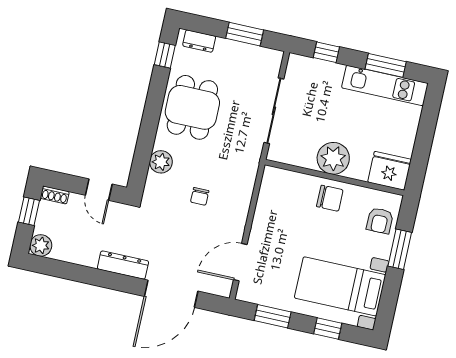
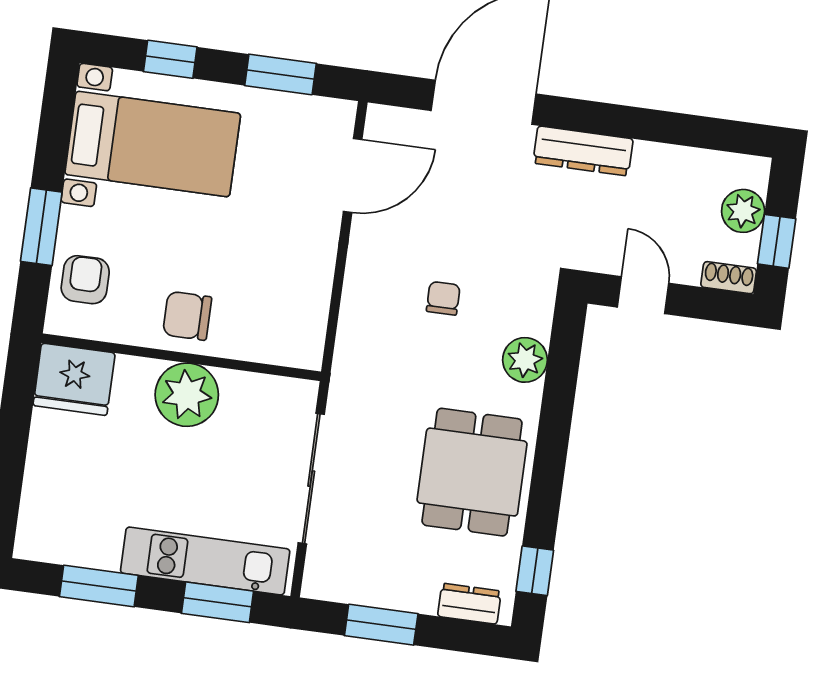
window: (326, 52) -> (218, 602), width x1.50
kitchen unit: (385, 86) -> (205, 561), moved
plant: (41, 245) -> (743, 211), moved

